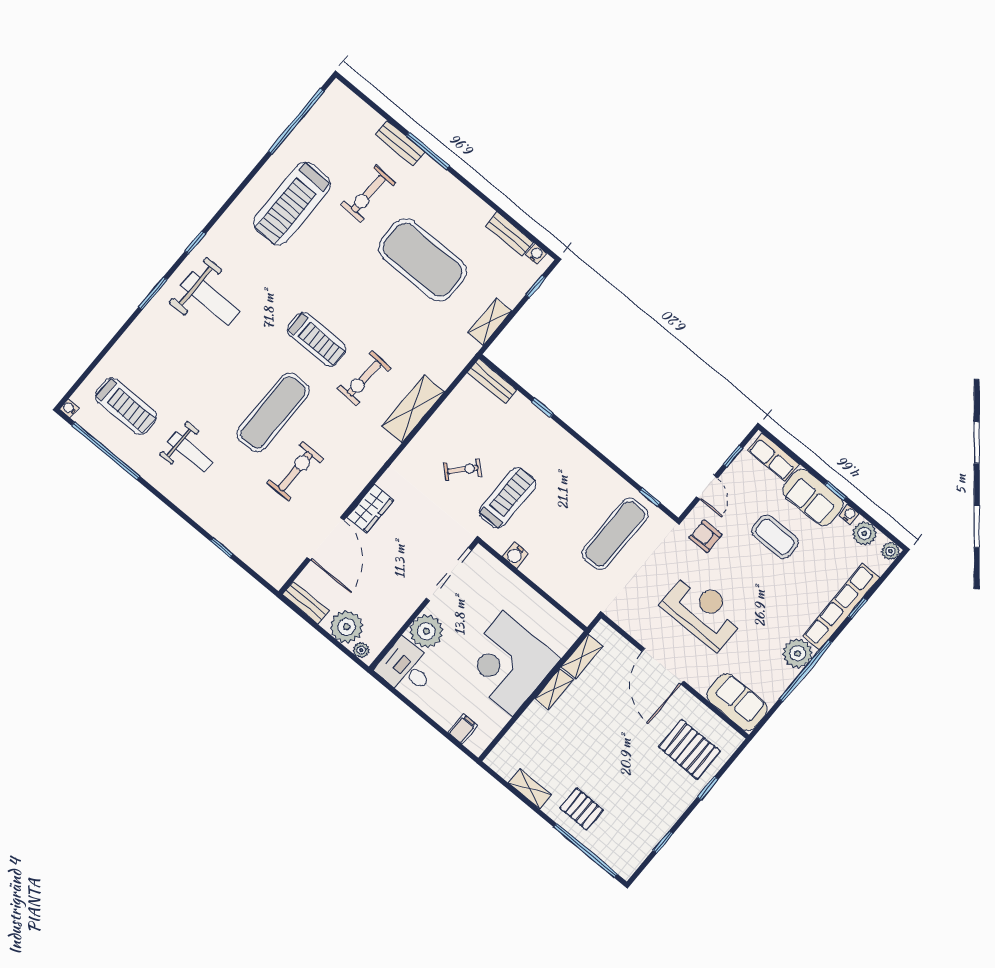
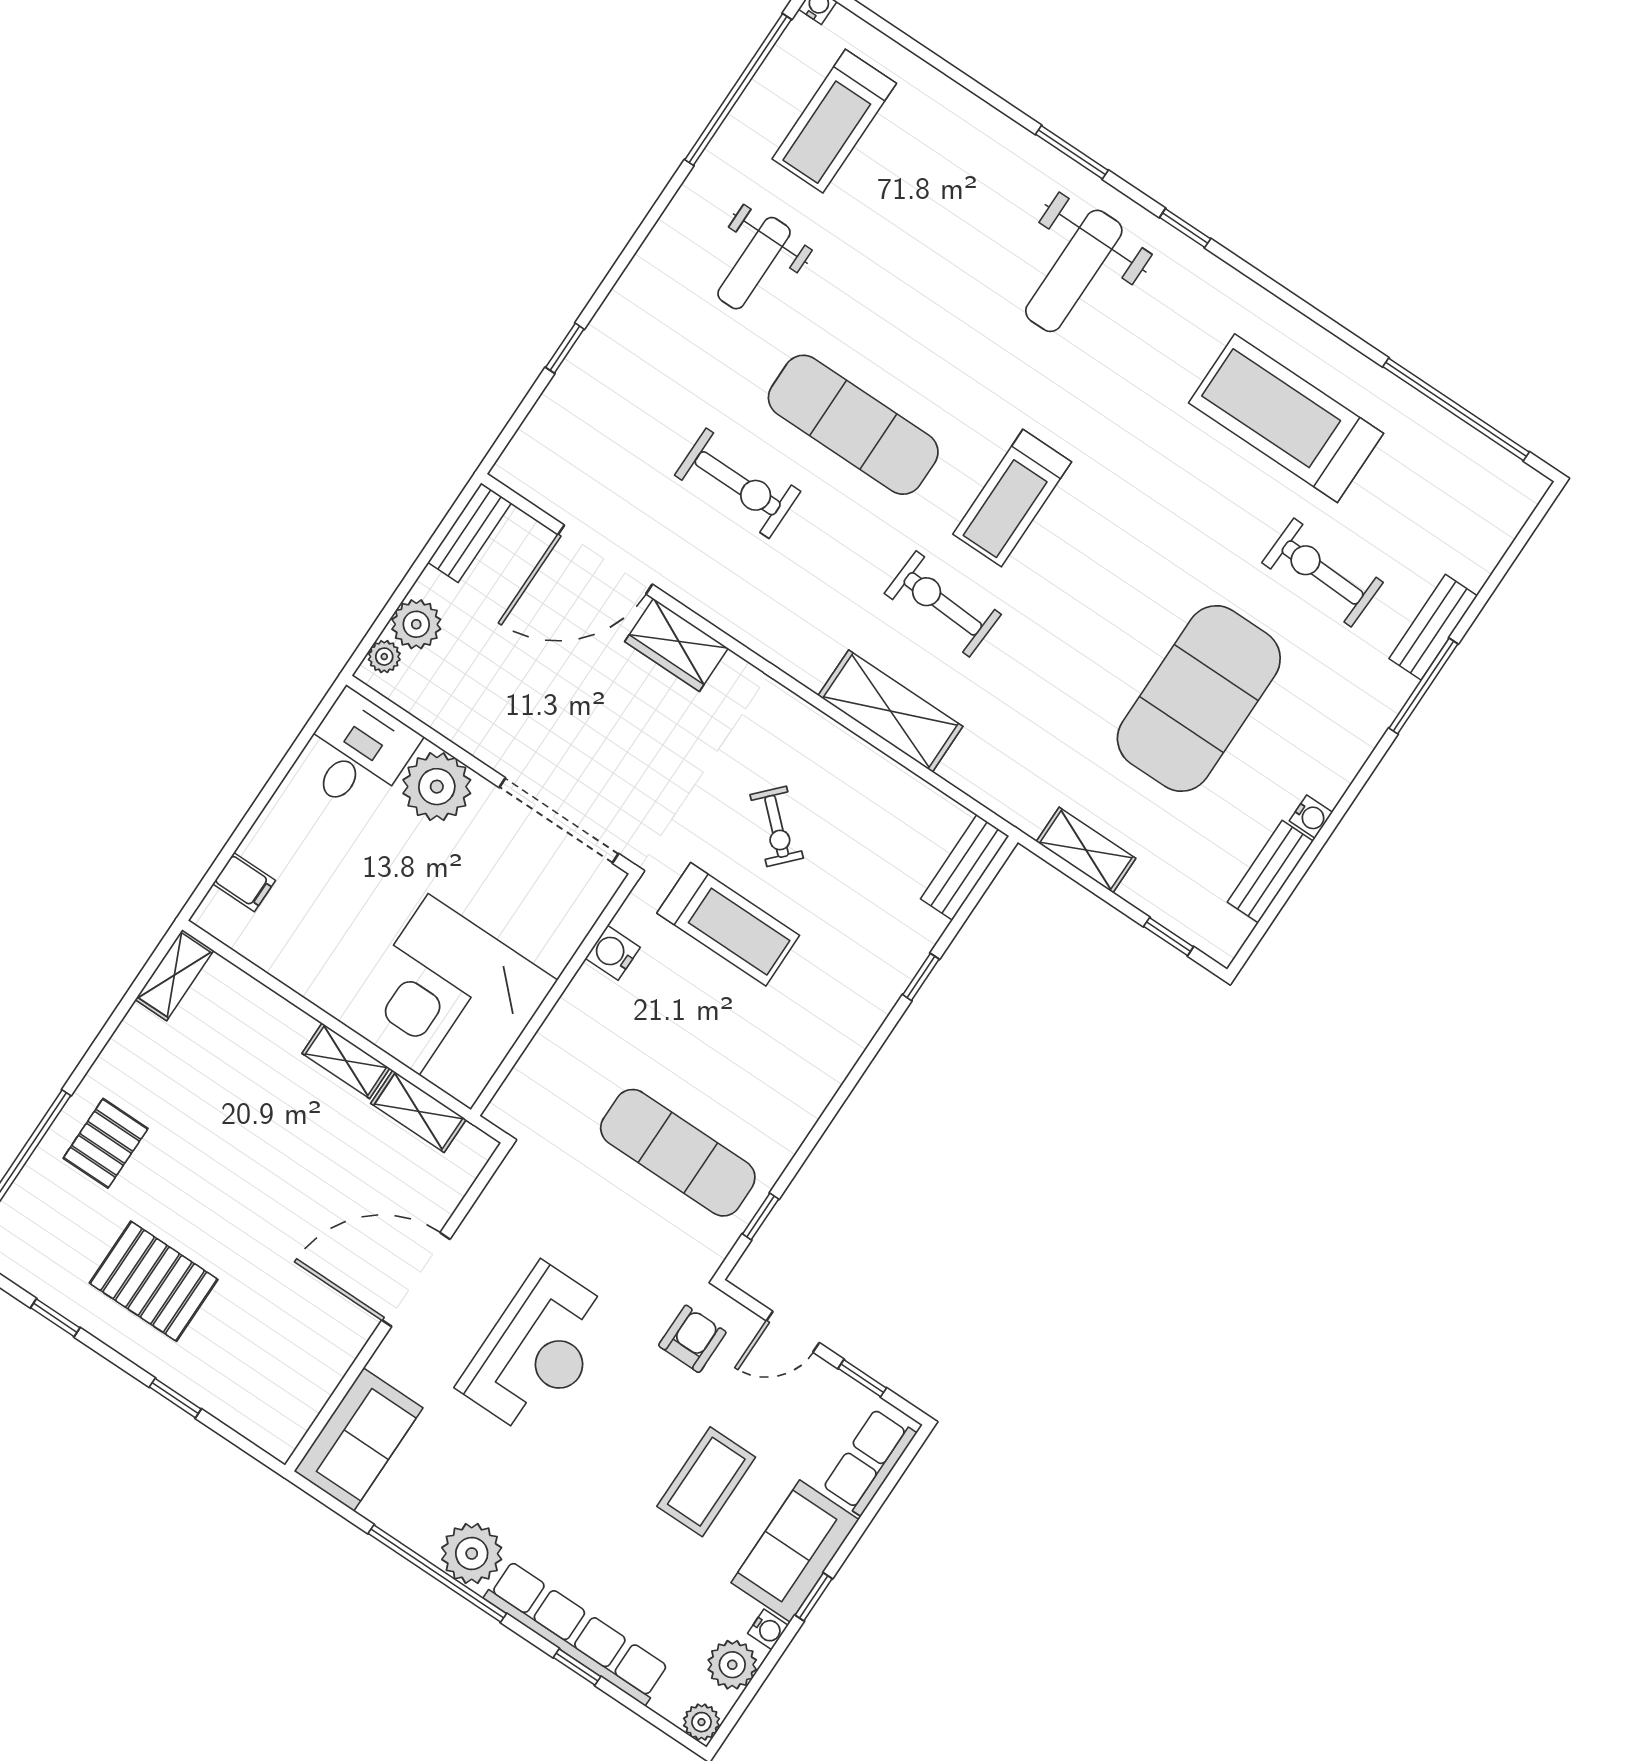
water cooler: (536, 254) -> (1311, 817), moved
plant: (347, 627) -> (416, 624), width x0.73, depth x0.73
corner desk: (508, 664) -> (450, 1002), moved, turned -90
pallet: (689, 749) -> (154, 1281), moved, turned 90
shelving: (530, 789) -> (174, 975), moved

